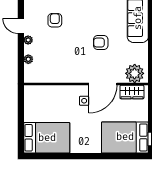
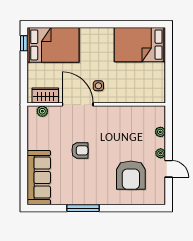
armchair: (55, 20) -> (131, 175), width x1.88, depth x1.88
plant: (135, 73) -> (42, 111), width x0.53, depth x0.53
door: (103, 84) -> (78, 104), hinge flipped

